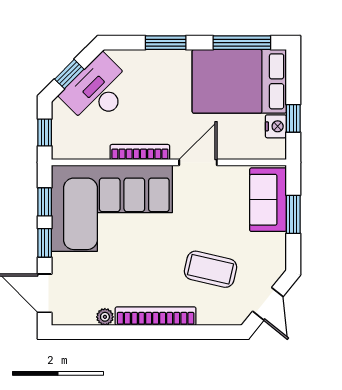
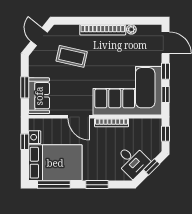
desk: (98, 91) -> (132, 161), width x0.73
door: (198, 162) -> (79, 117), hinge flipped

